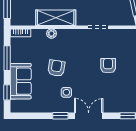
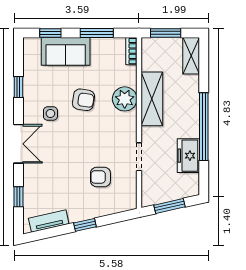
plant: (51, 34) -> (125, 99), width x1.88, depth x1.88
armchair: (108, 66) -> (100, 177), moved, turned 180
window: (60, 116) -> (19, 87), moved

